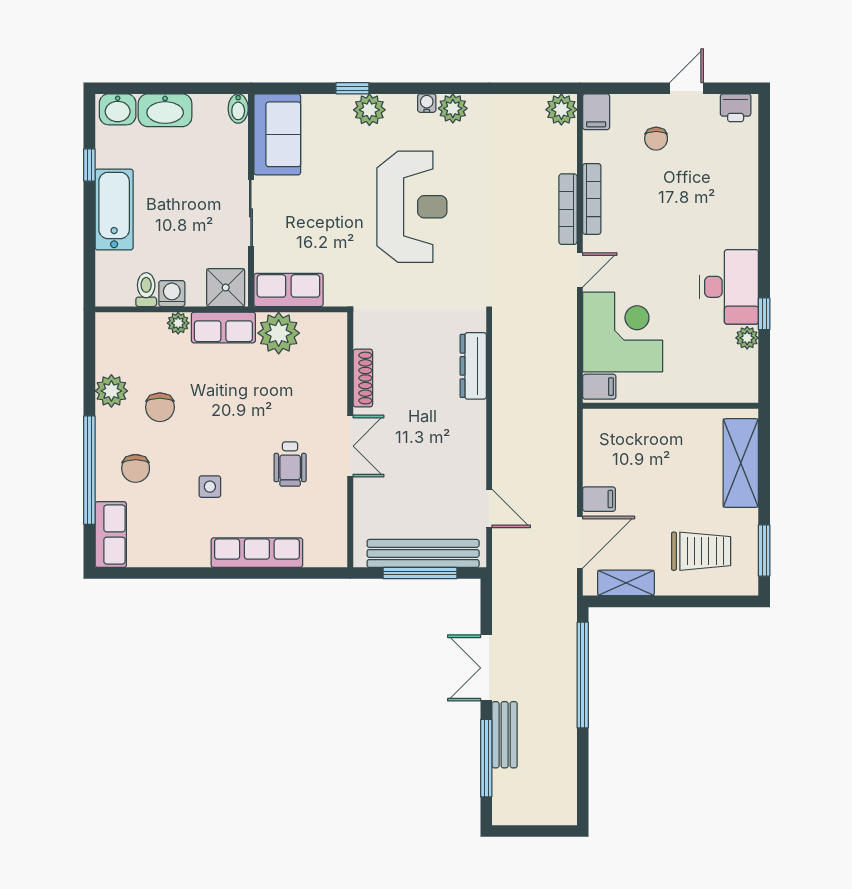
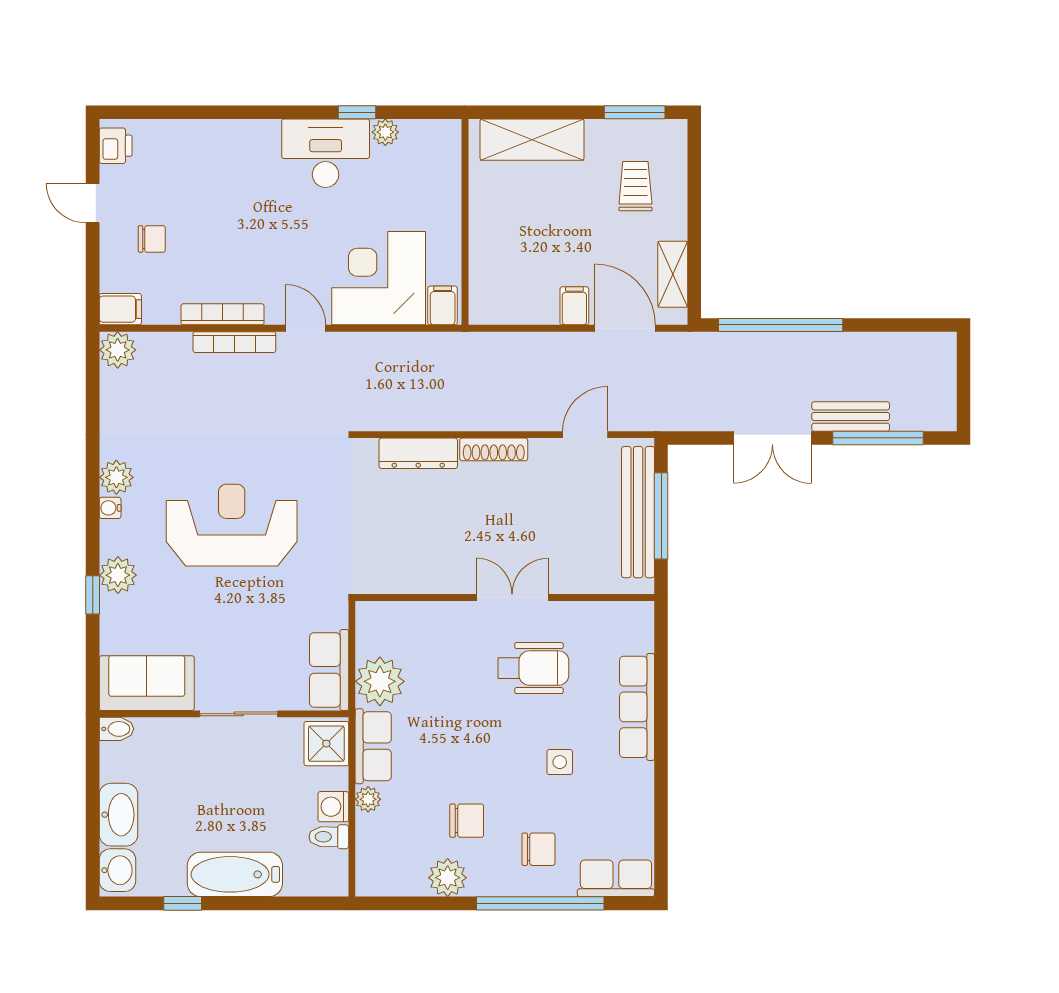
shoe rack: (363, 378) -> (494, 449), moved, turned 180
wheelchair: (290, 464) -> (533, 668), width x1.36, depth x1.37
trolley: (701, 551) -> (635, 186), width x0.73, depth x0.72

